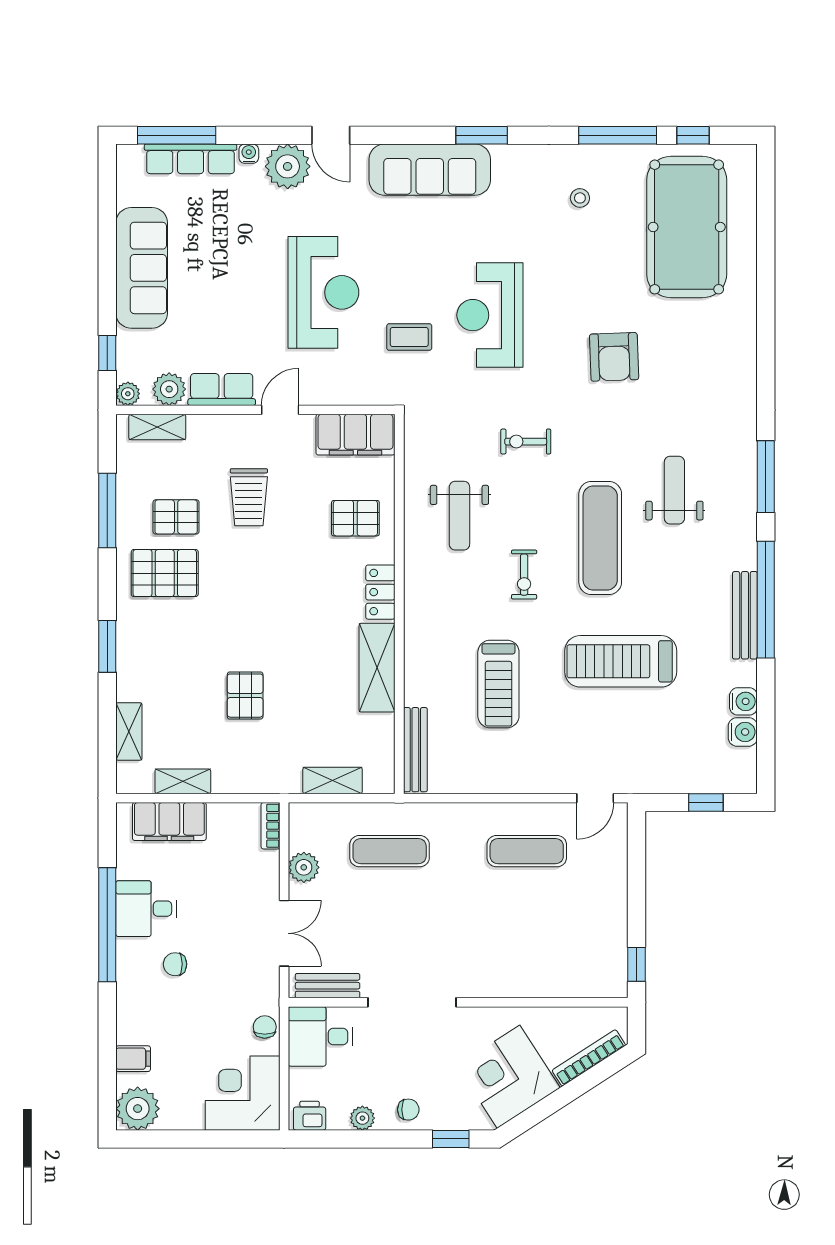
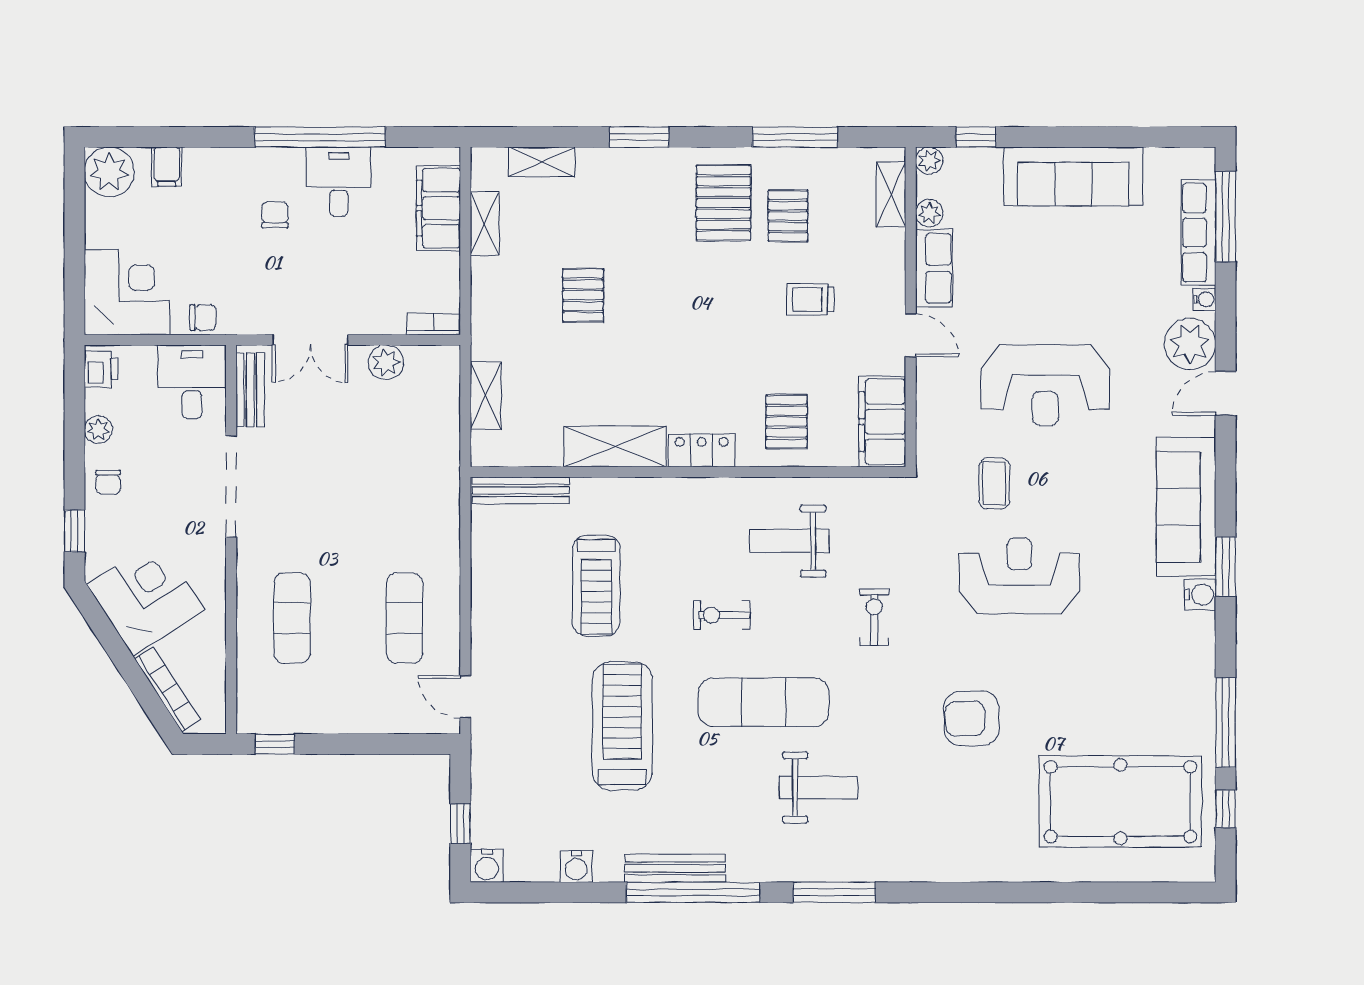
water cooler: (506, 158) -> (1200, 595), added
stool: (580, 198) -> (1154, 679), removed
plant: (169, 389) -> (929, 213), width x0.73, depth x0.73
trolley: (249, 497) -> (811, 299), width x0.73, depth x0.72
treadmill: (498, 684) -> (596, 586), turned -90
pallet: (245, 696) -> (583, 295), turned 90
water cooler: (743, 732) -> (487, 866), moved
exercise mat: (390, 851) -> (292, 618), moved

